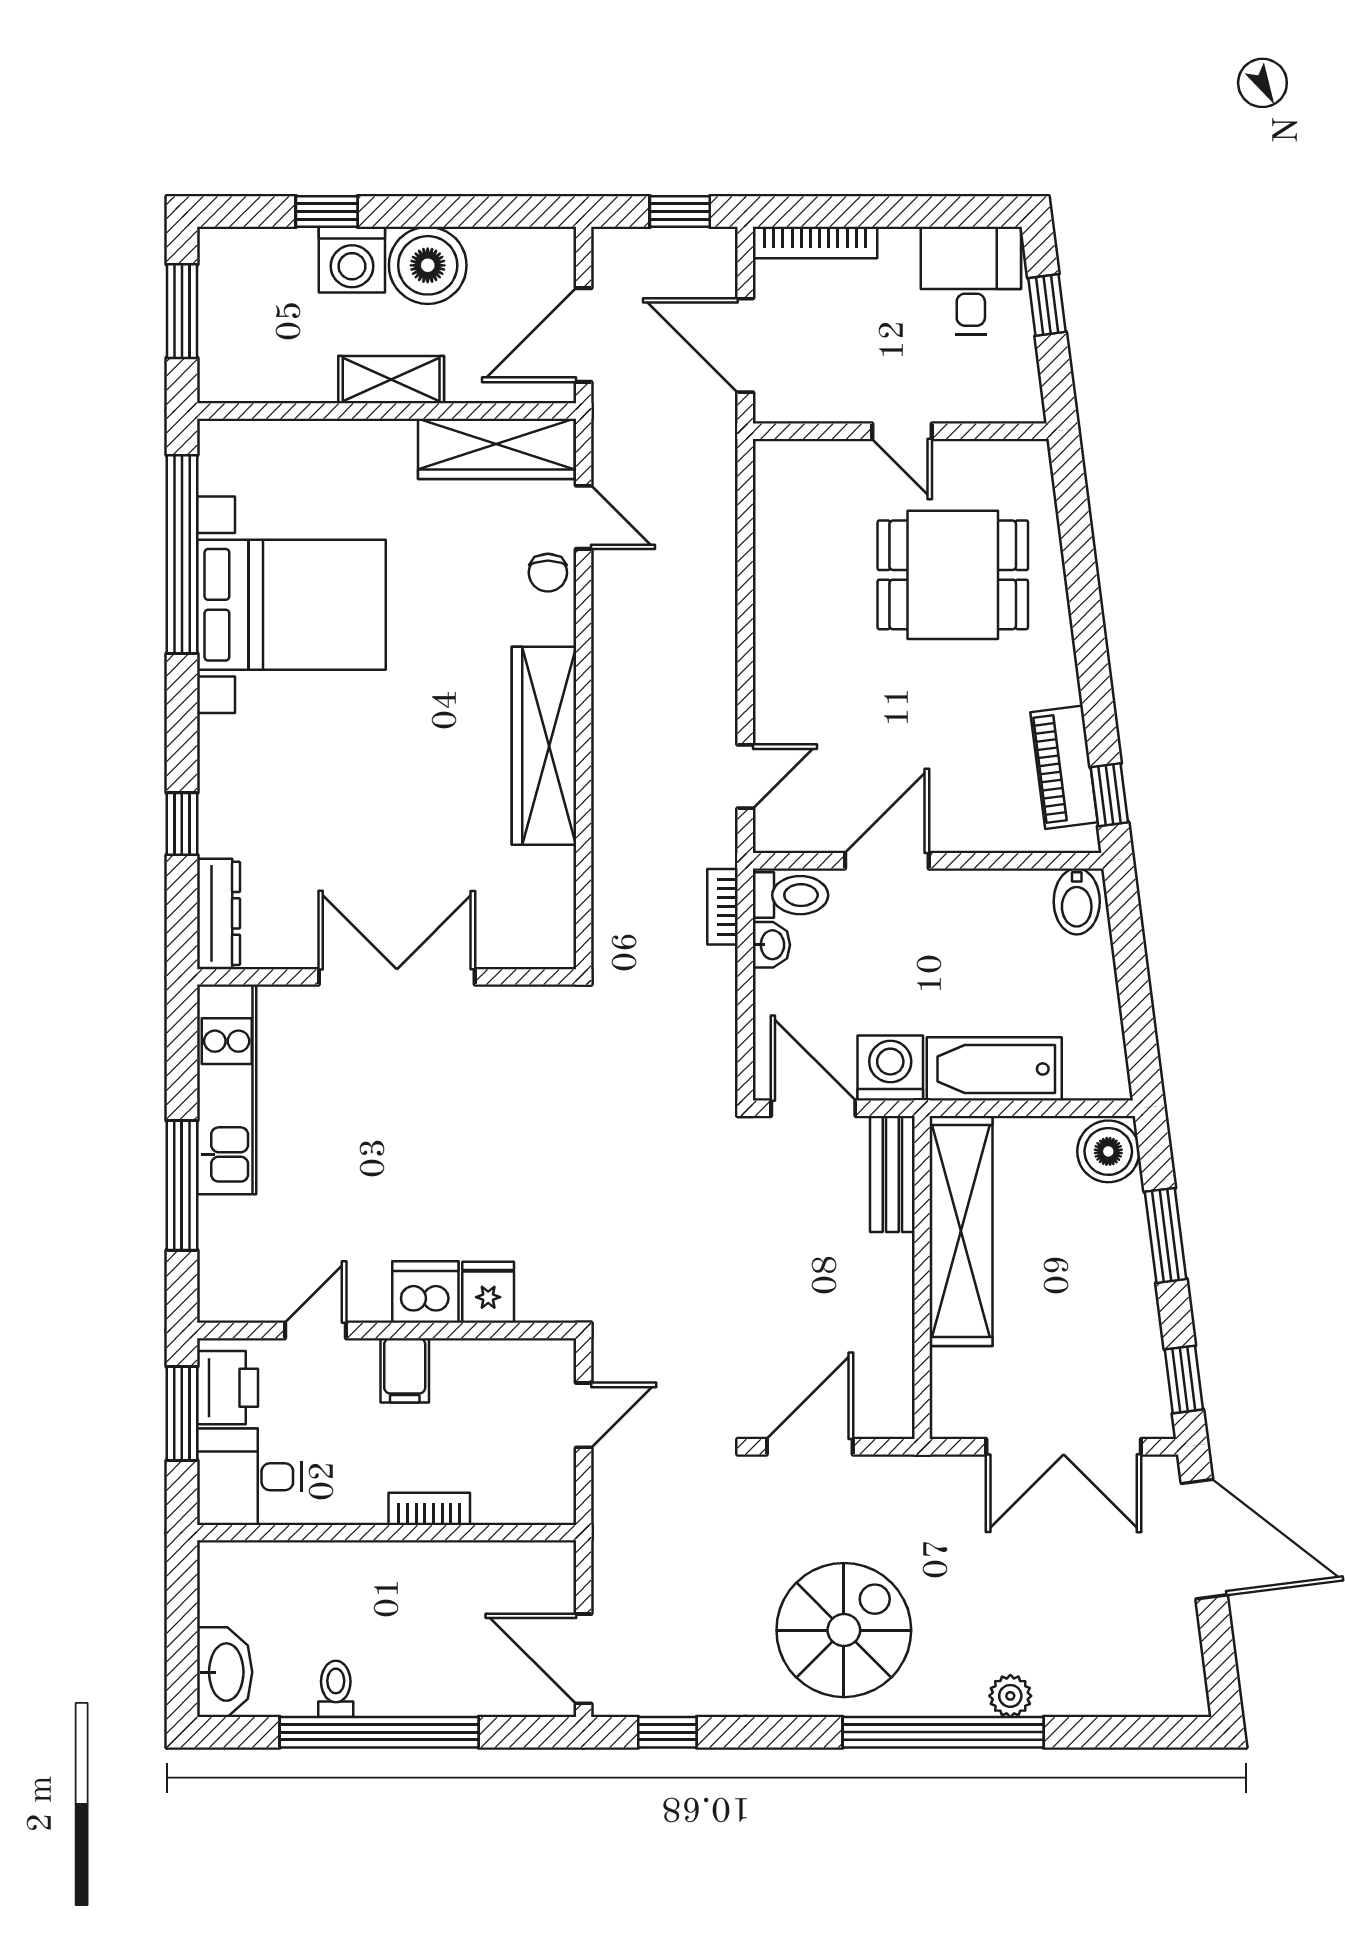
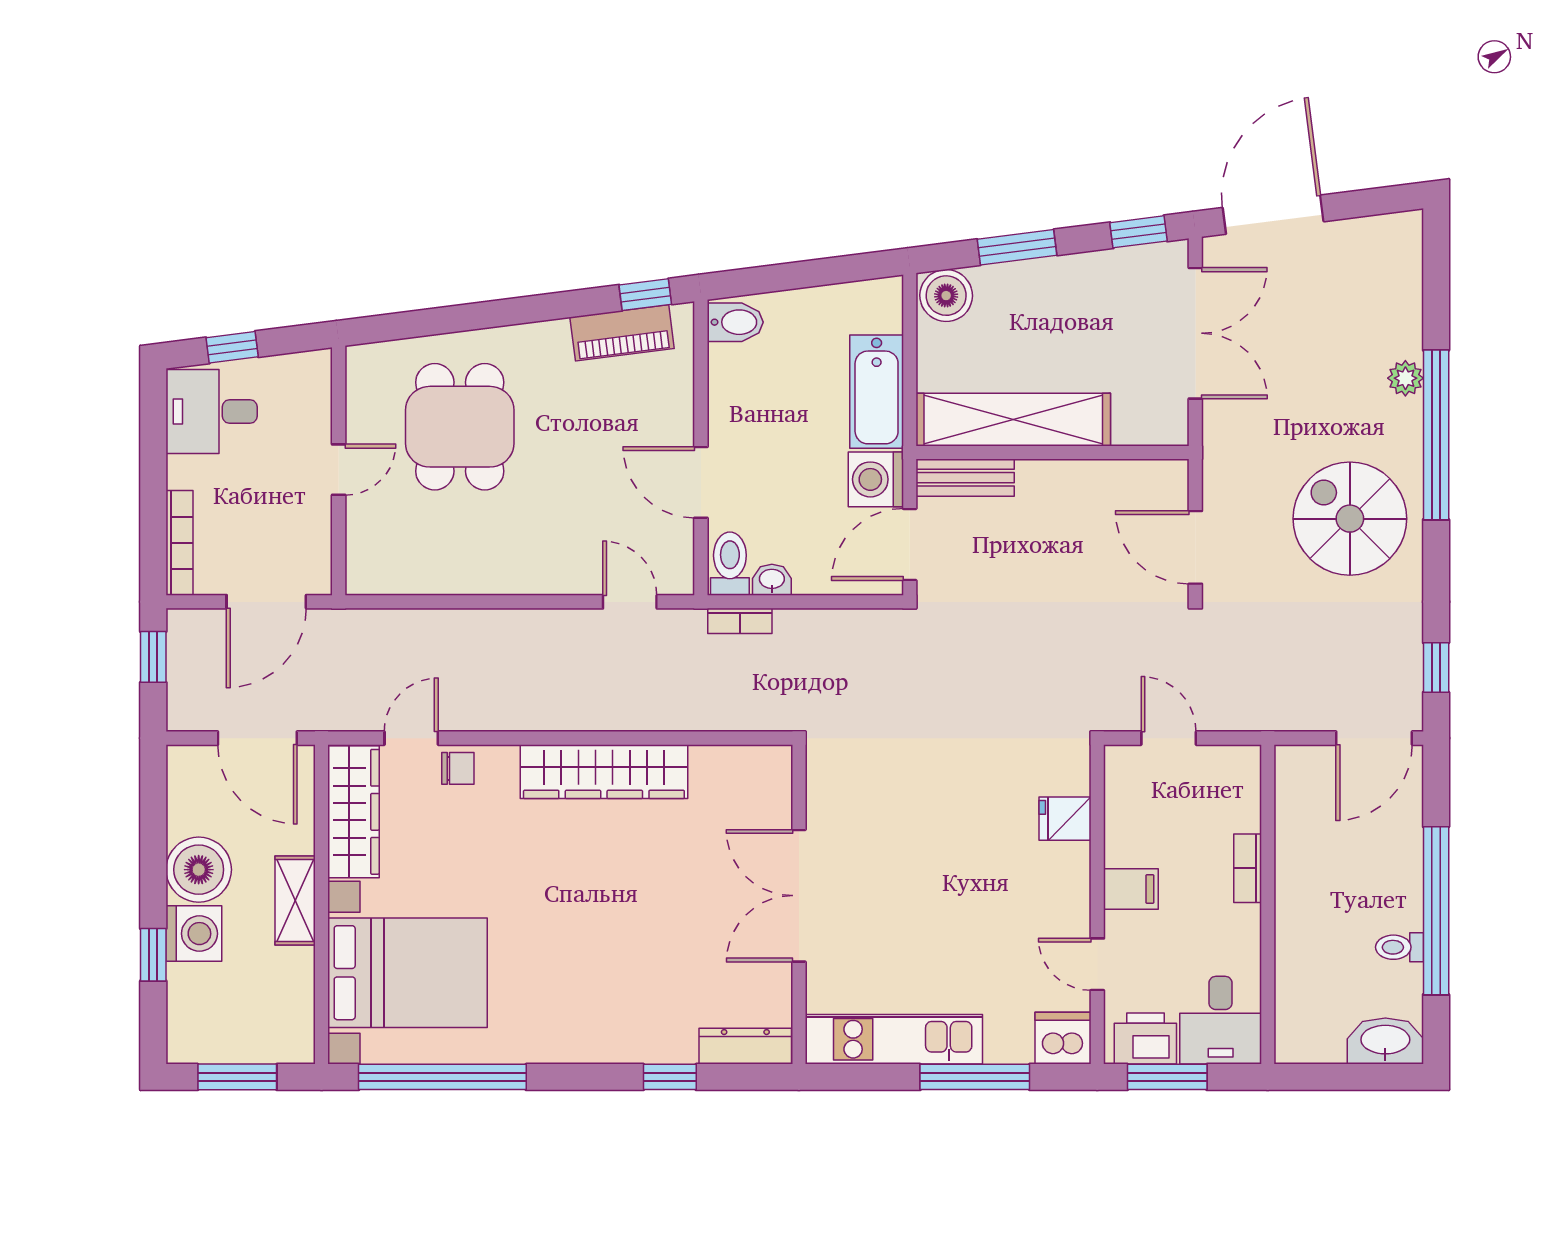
bed with nightstands: (291, 605) -> (408, 973), moved, turned 90
dishwasher: (425, 1292) -> (1063, 1038), moved, turned 90

